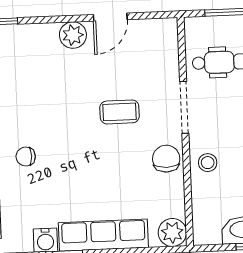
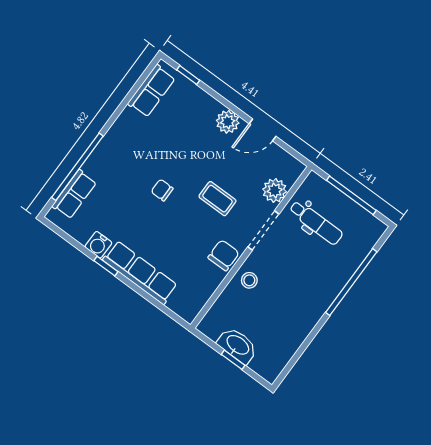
chair: (26, 156) -> (162, 190), moved
plant: (172, 232) -> (275, 190), moved

